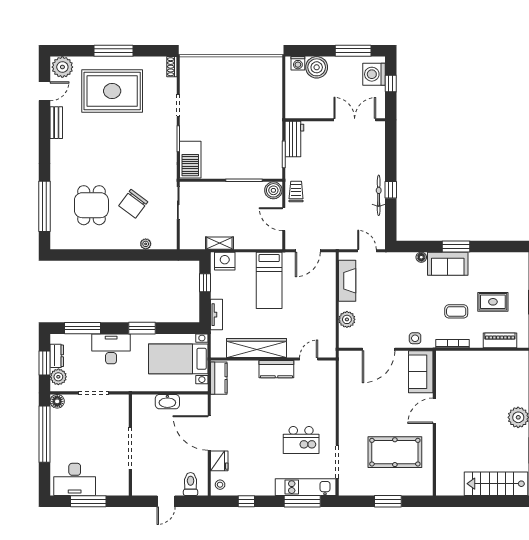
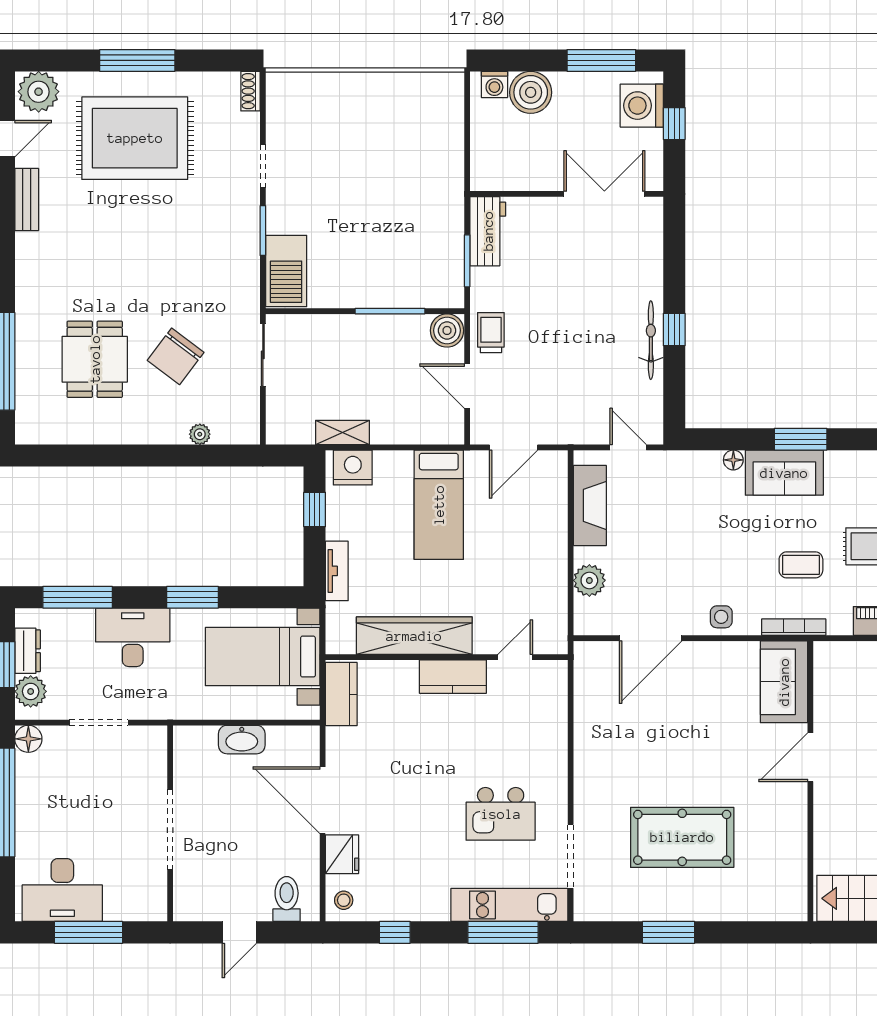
sofa: (421, 372) -> (784, 682), moved
door: (434, 411) -> (810, 757), moved
wall: (434, 423) -> (810, 781), moved

